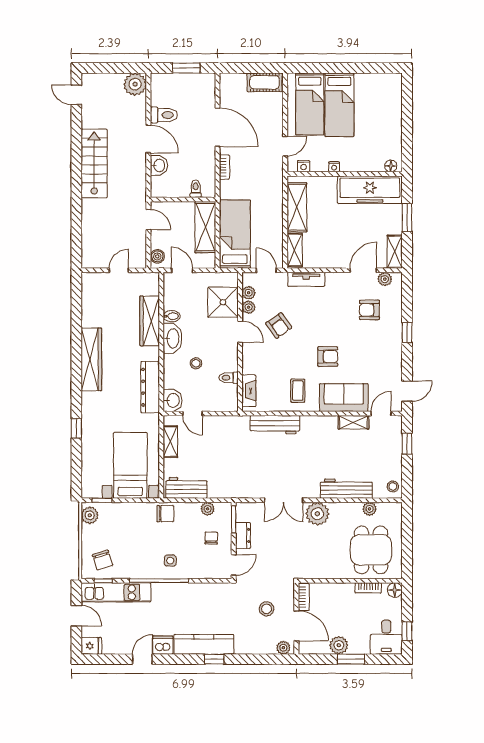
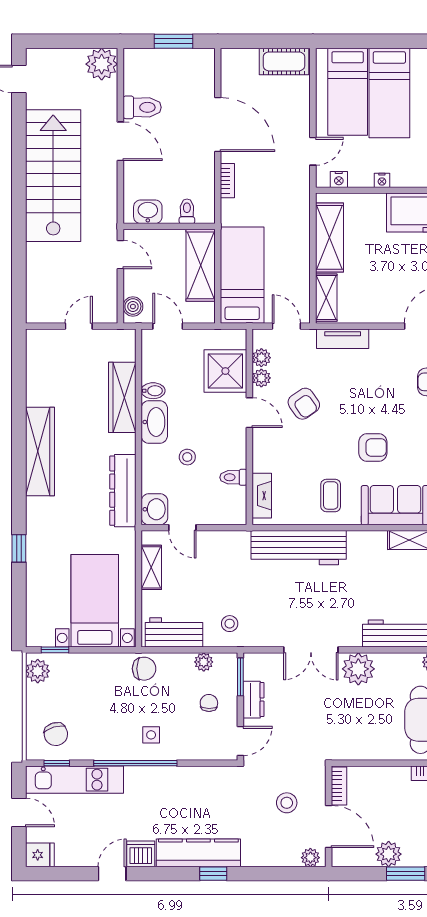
stairs: (94, 163) -> (53, 176), width x1.36, depth x1.51
washbasin: (159, 165) -> (148, 212), moved, turned -90
workbench: (275, 425) -> (299, 548), width x1.36, depth x1.32
stool: (226, 482) -> (230, 624), added

